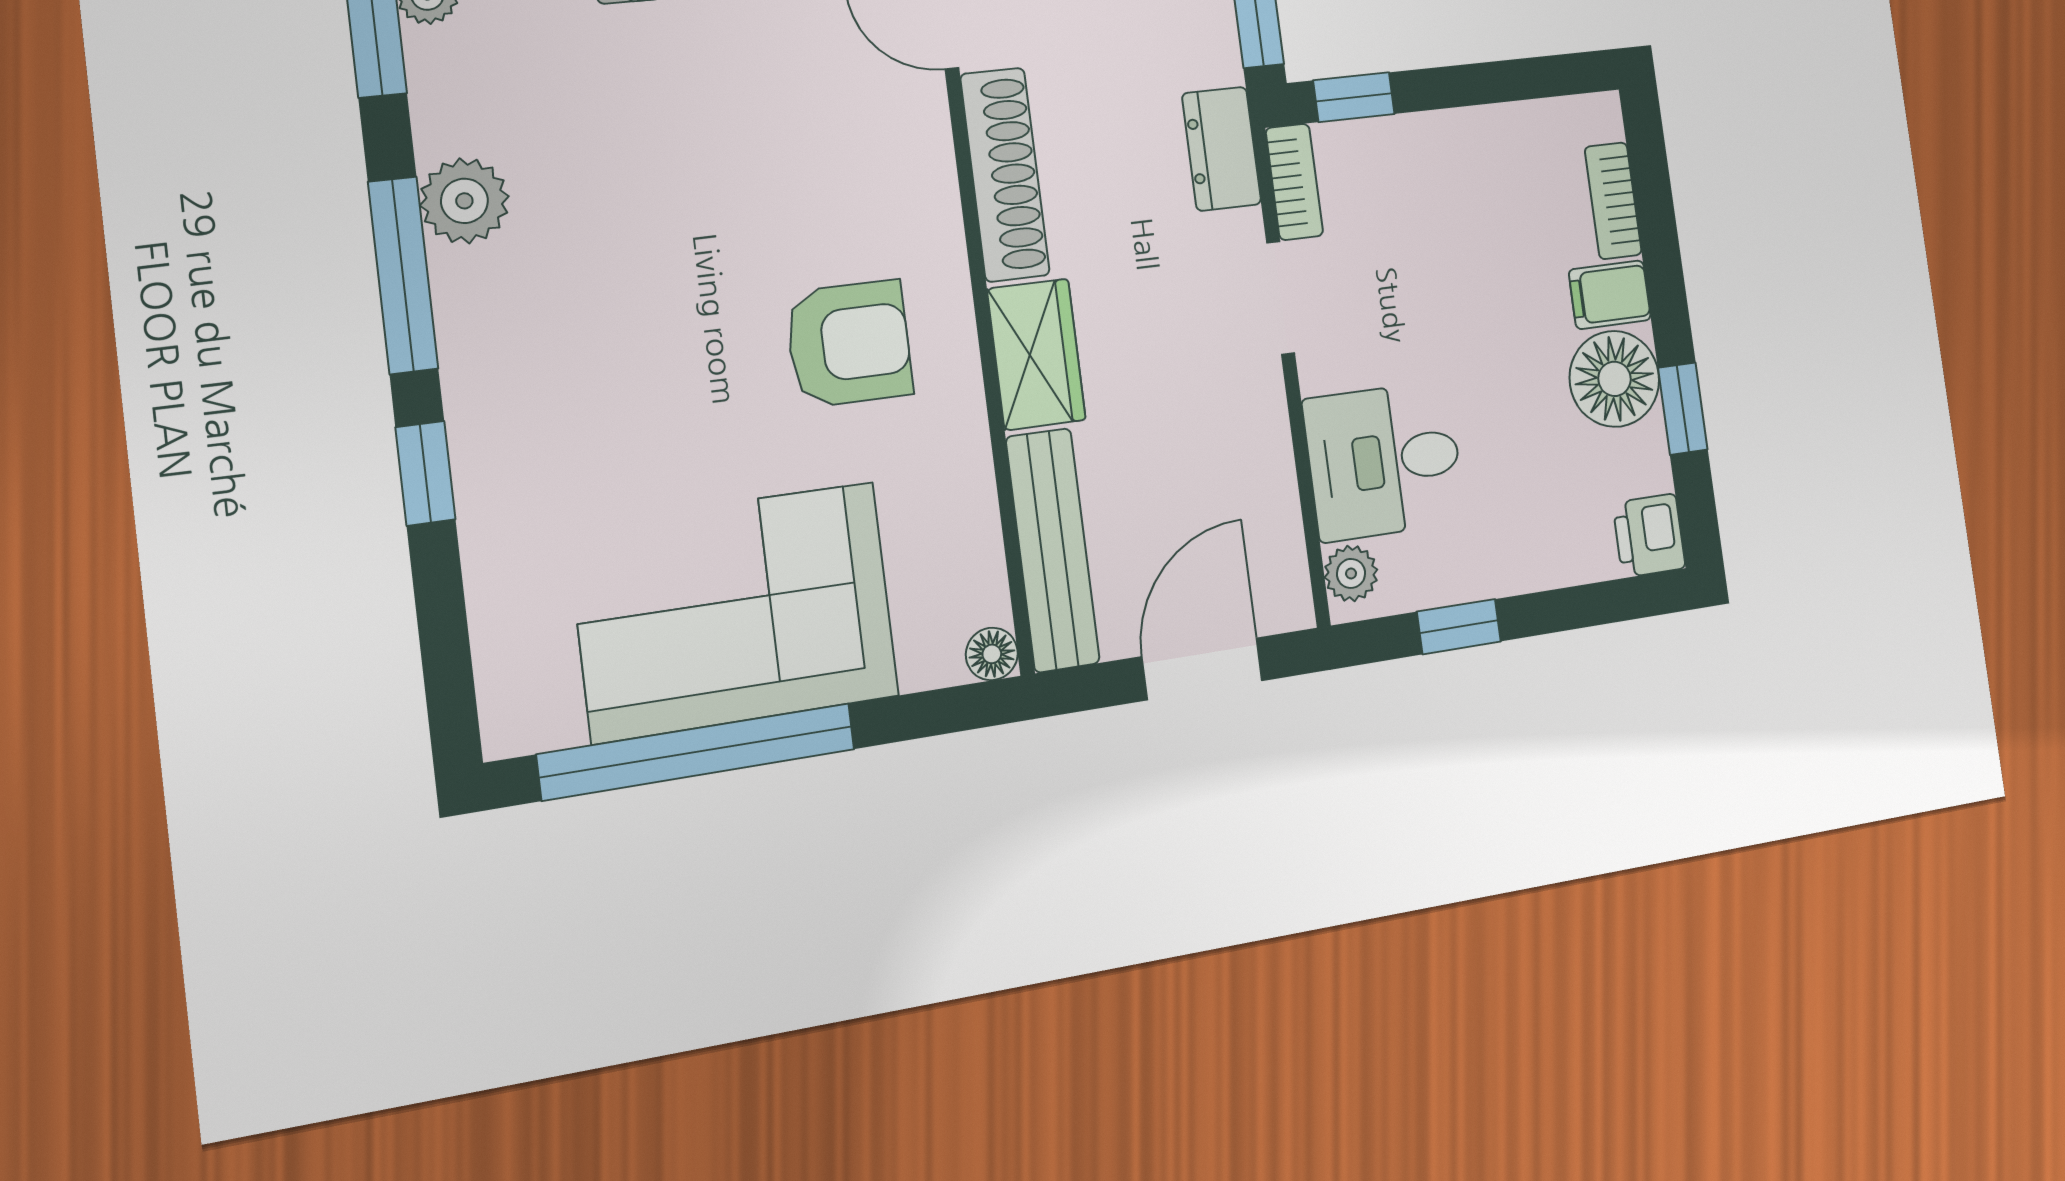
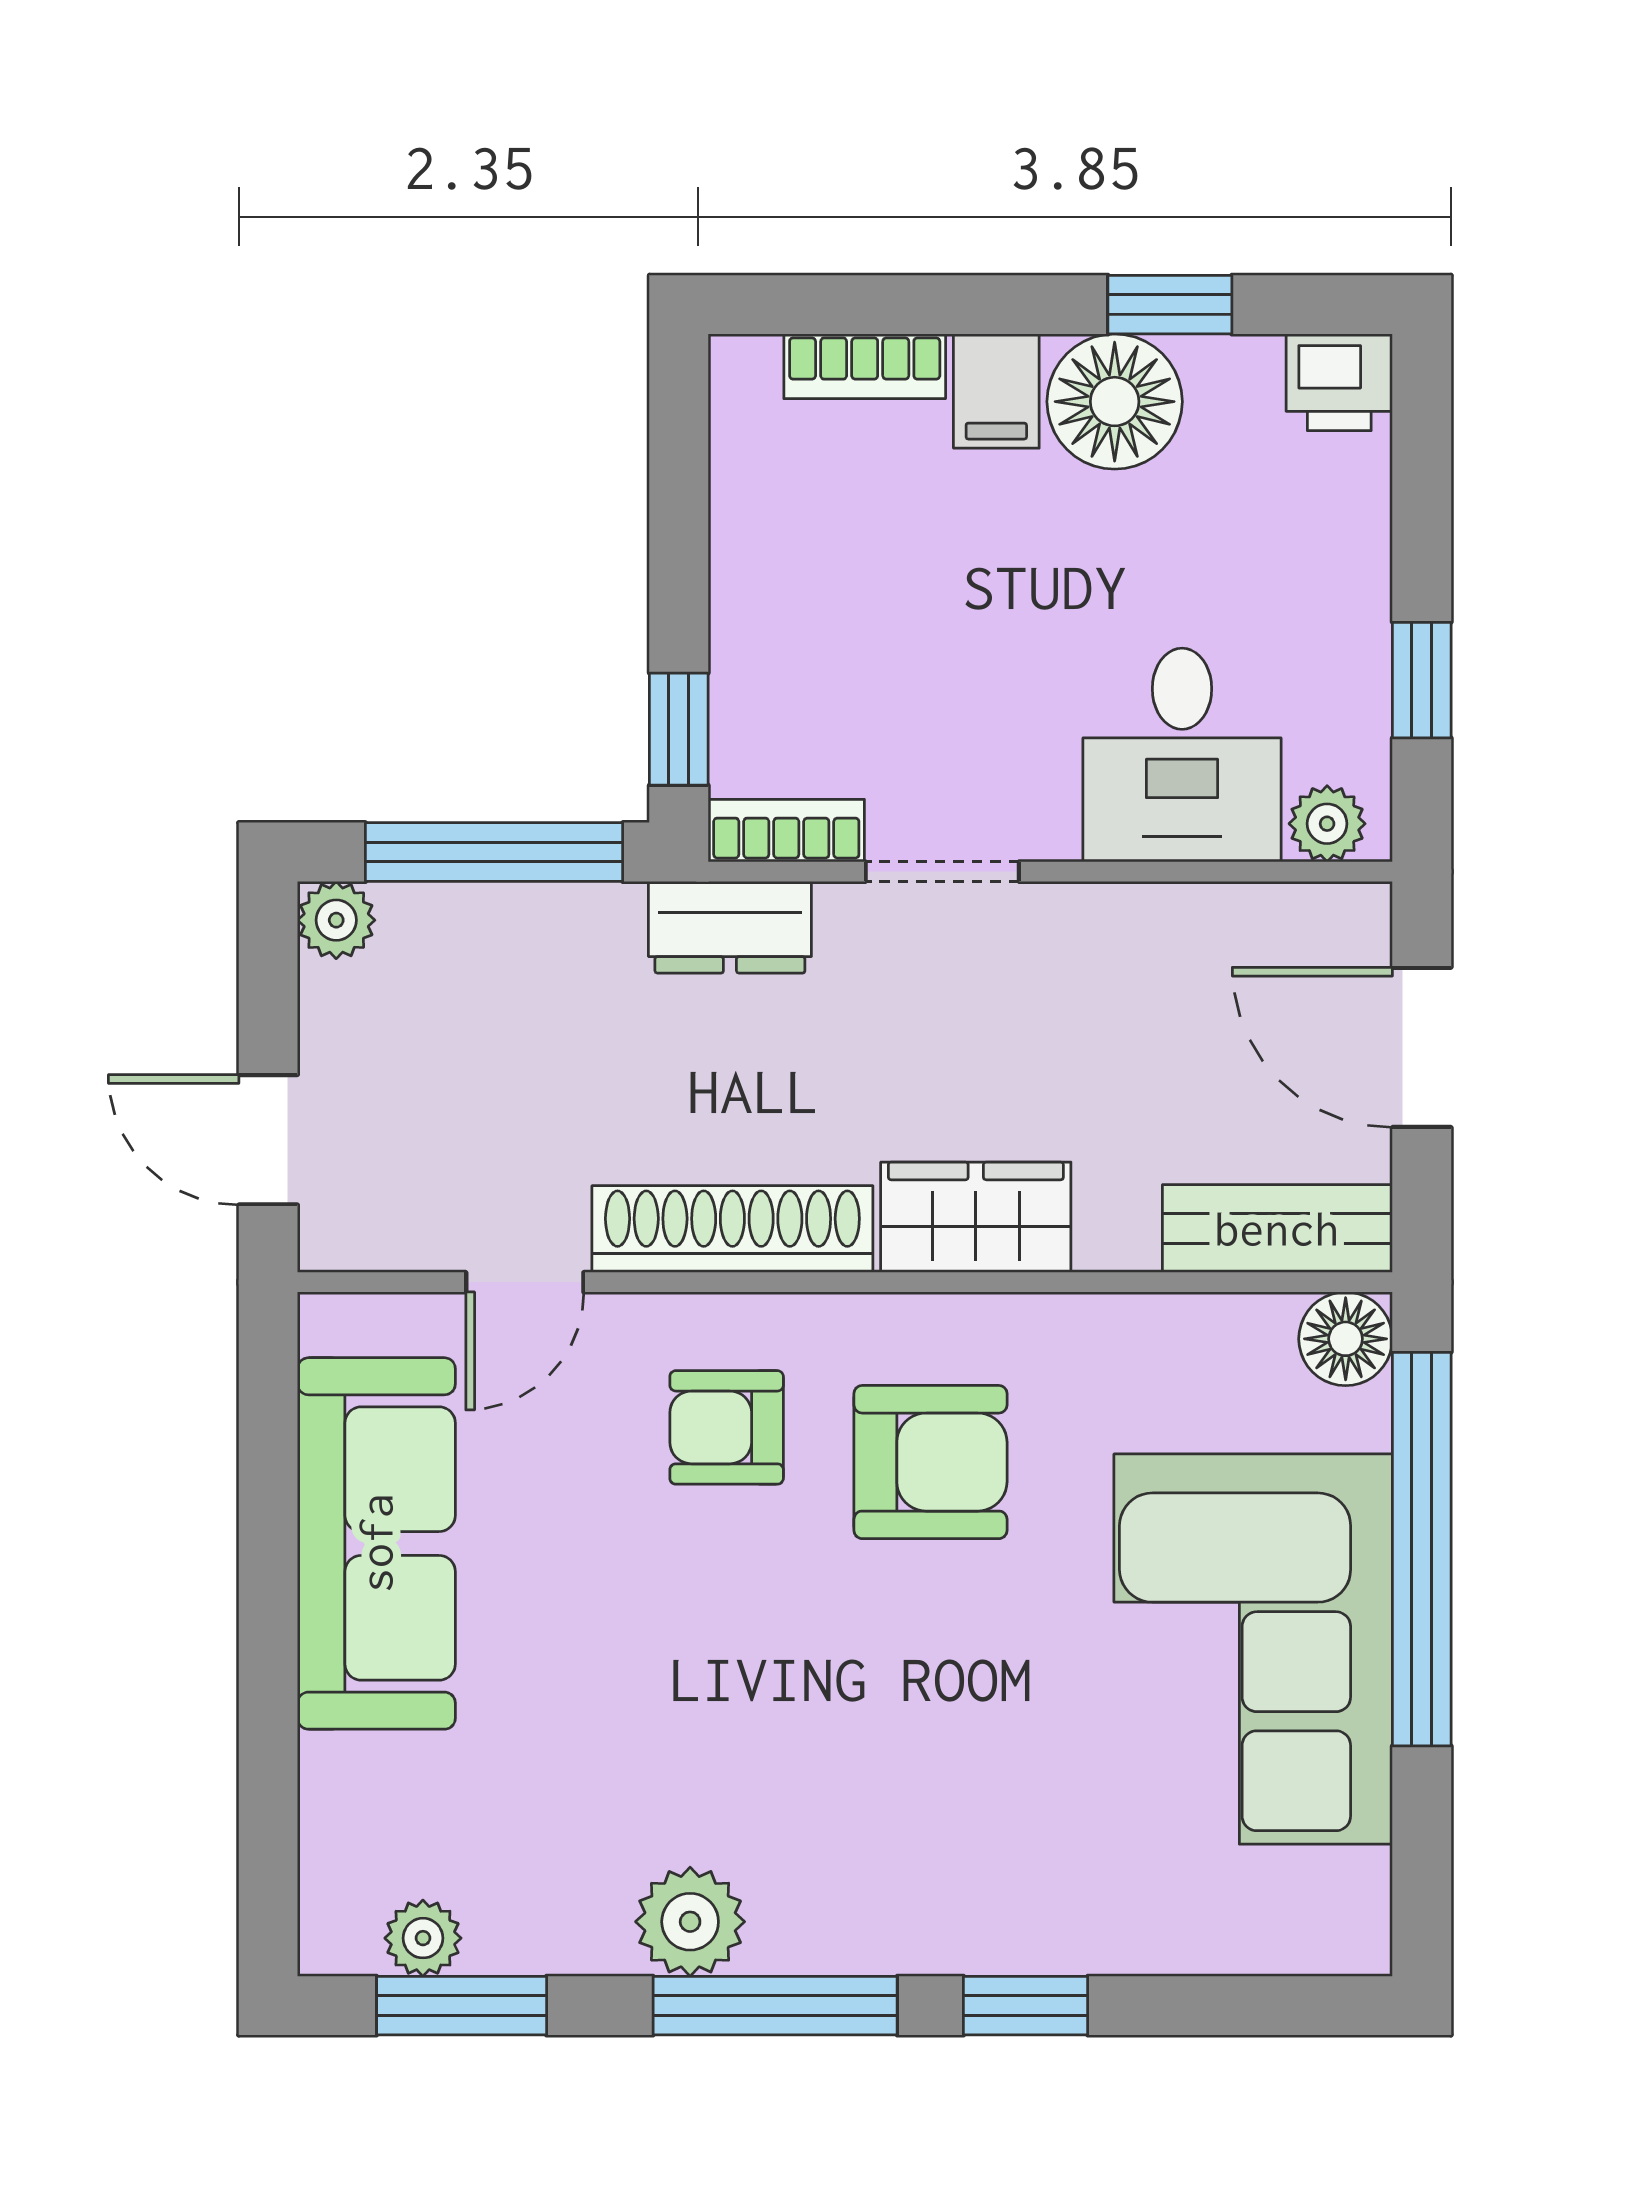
armchair: (856, 187) -> (727, 1427), added
armchair: (849, 344) -> (930, 1462), turned 90
bench: (1053, 550) -> (1277, 1229), width x0.73
floor lamp: (992, 654) -> (1346, 1339), width x1.37, depth x1.37
window: (697, 752) -> (1422, 1549), moved

